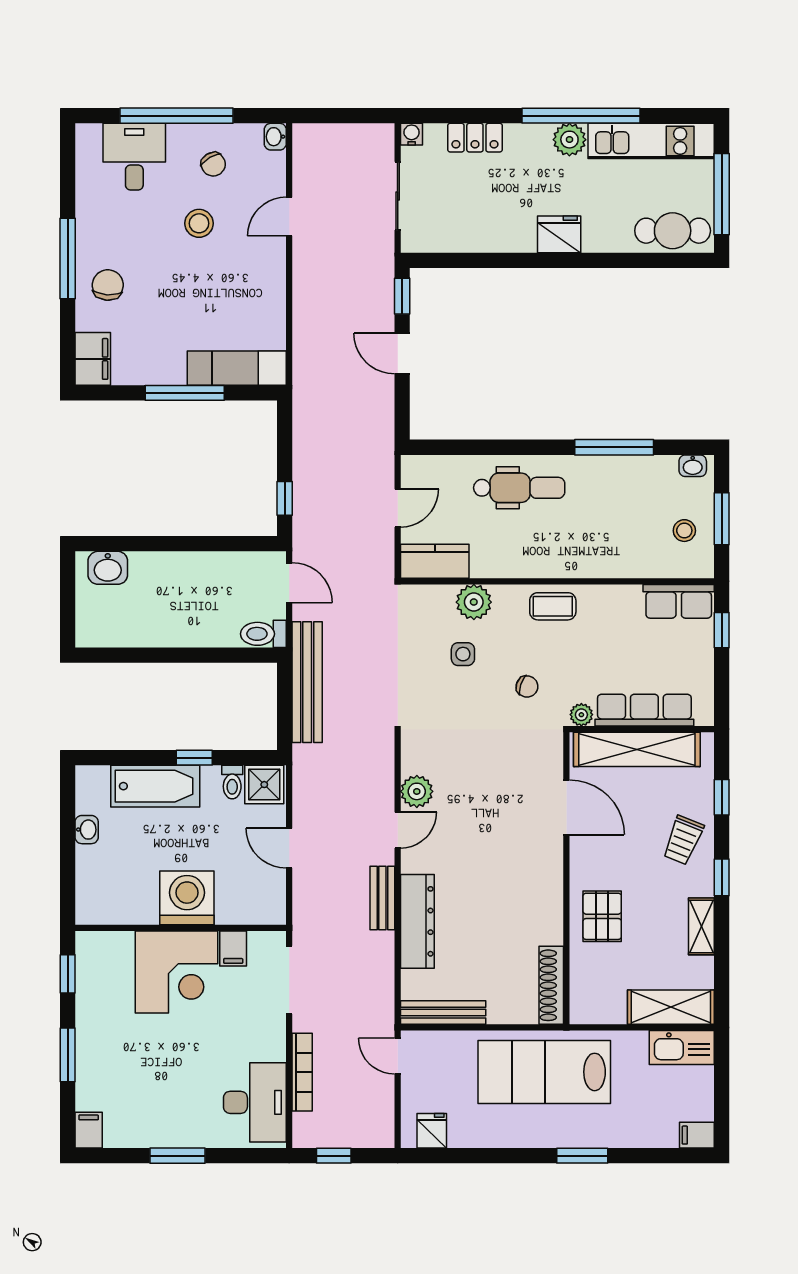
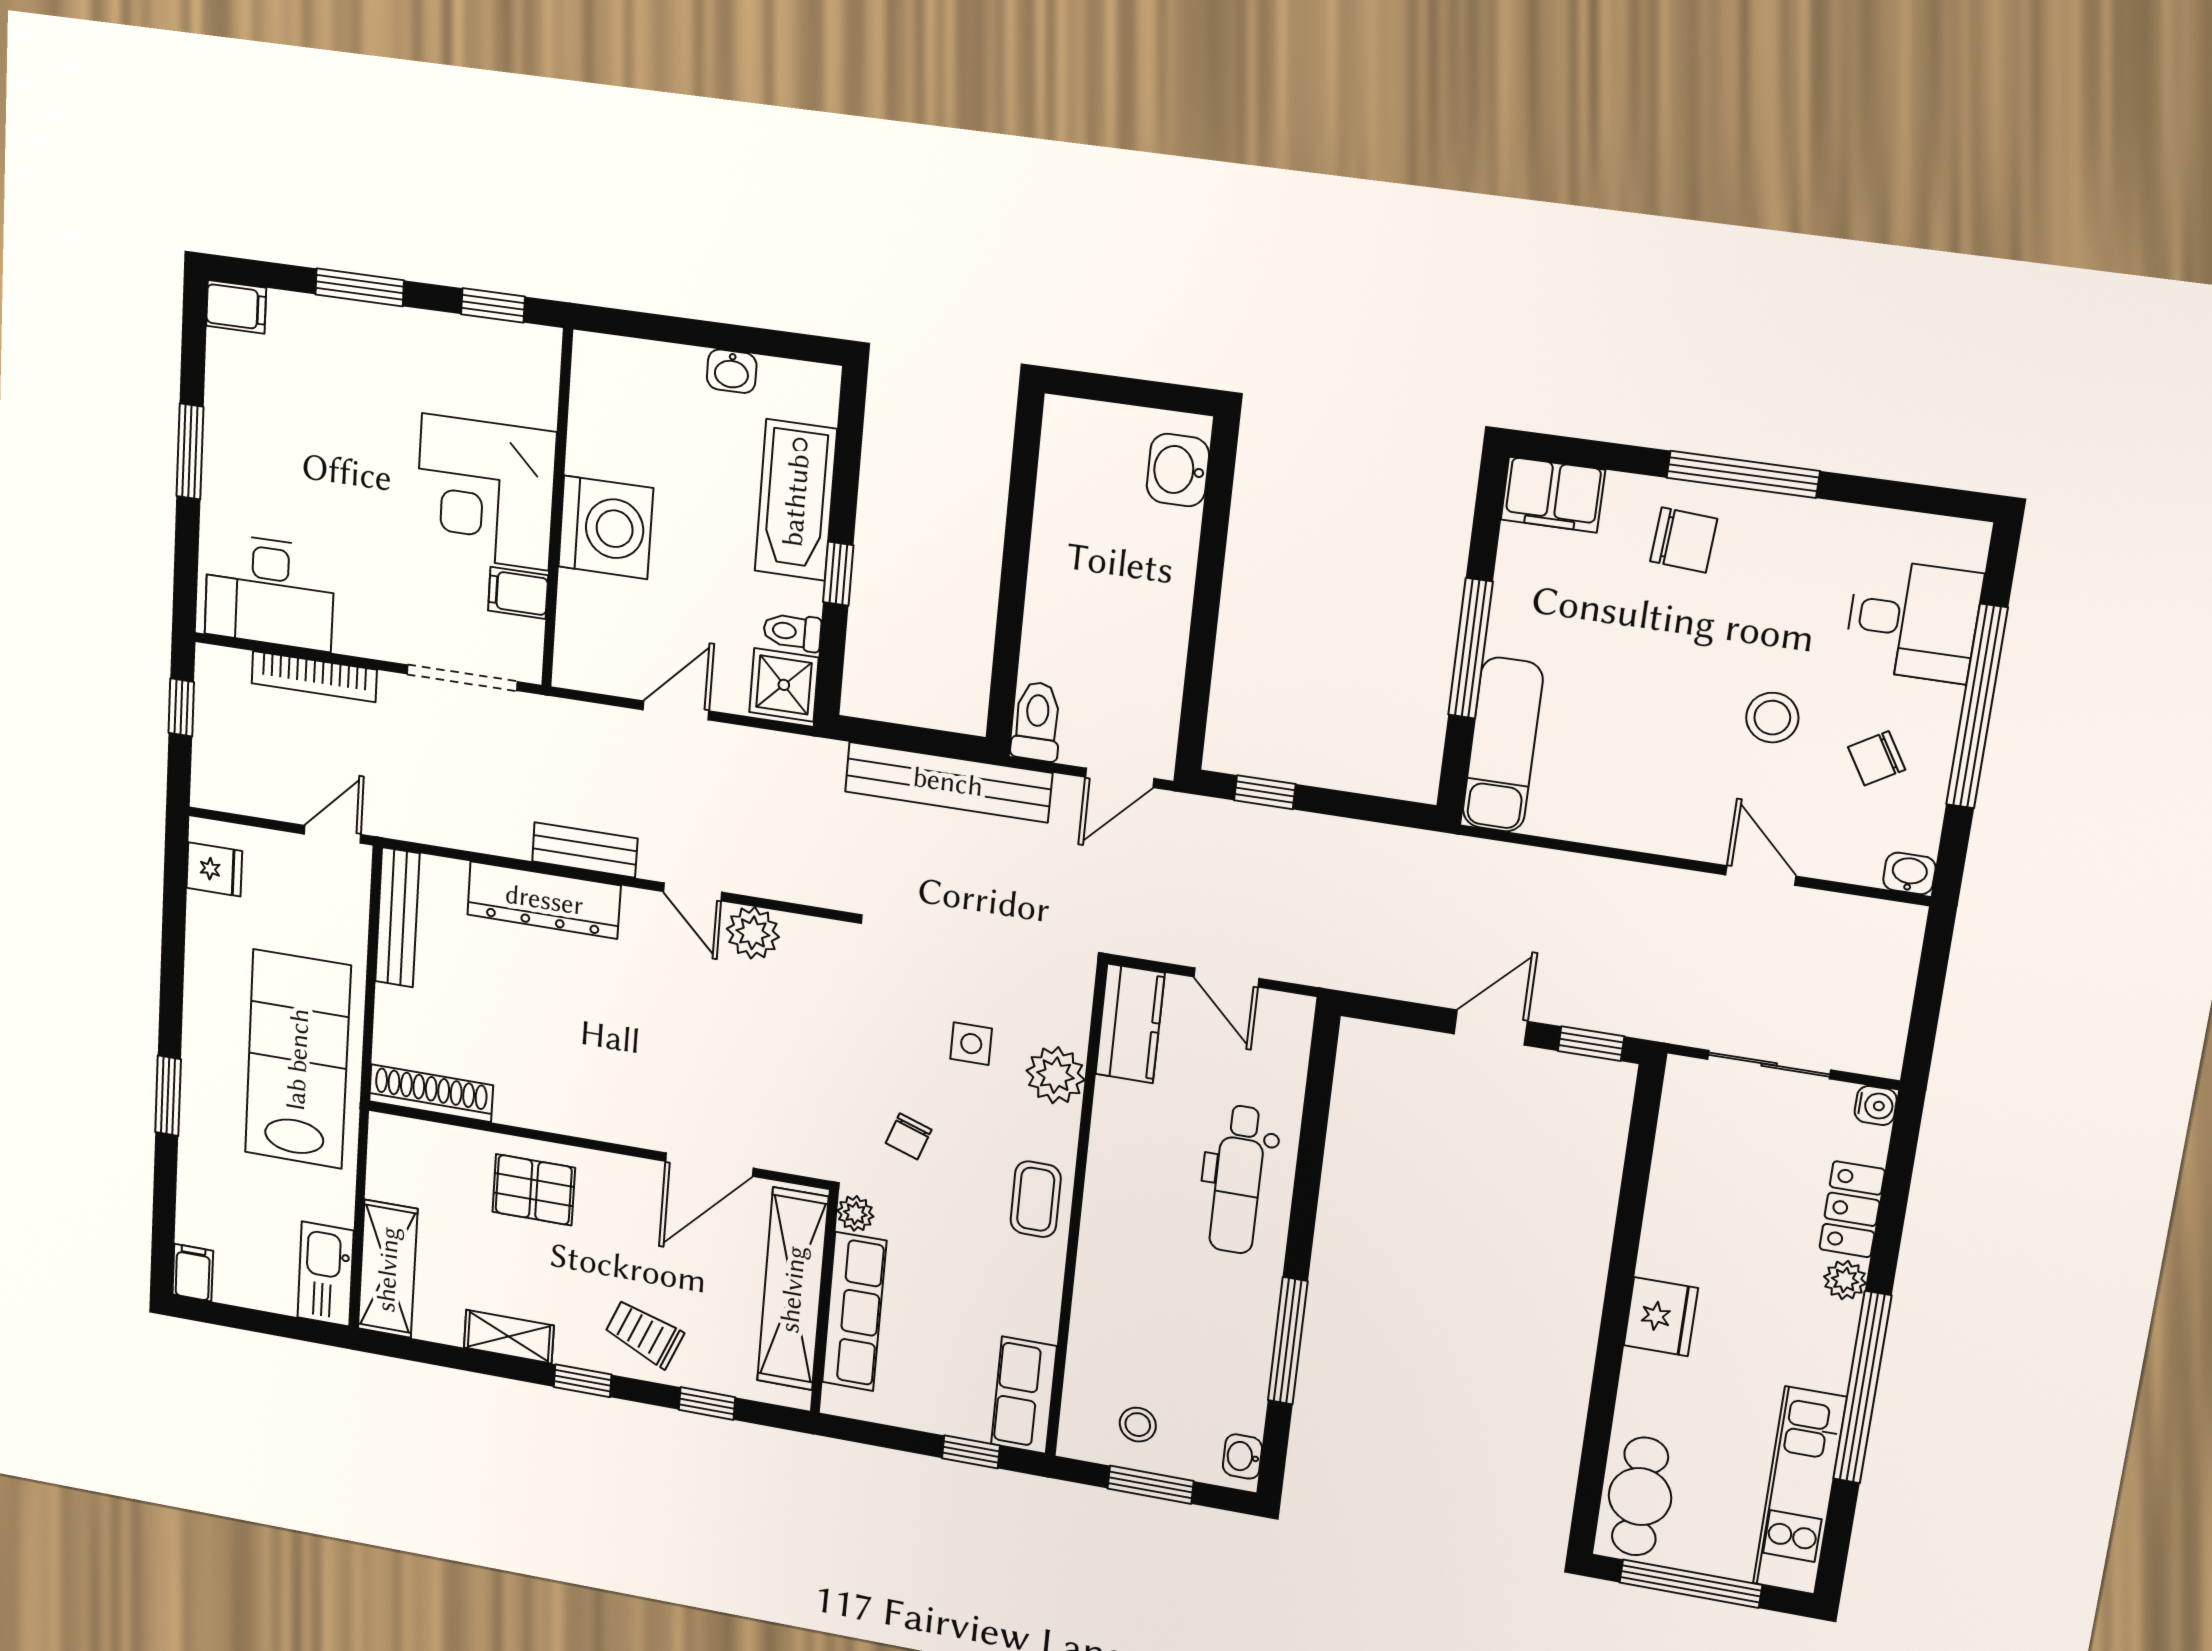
plant: (569, 140) -> (1845, 1280), moved, width x0.73, depth x0.73

